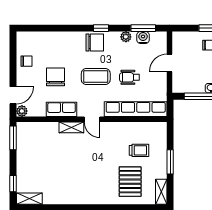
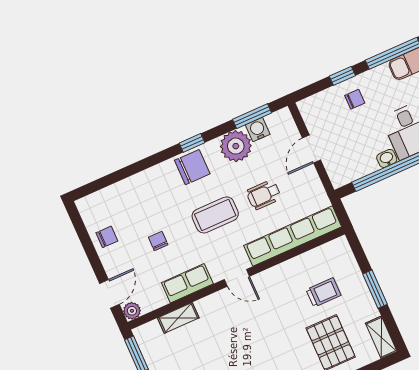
plant: (126, 37) -> (236, 146), width x1.87, depth x1.87
chair: (55, 77) -> (158, 241), width x0.54, depth x0.54
shelving: (71, 127) -> (178, 318), moved

